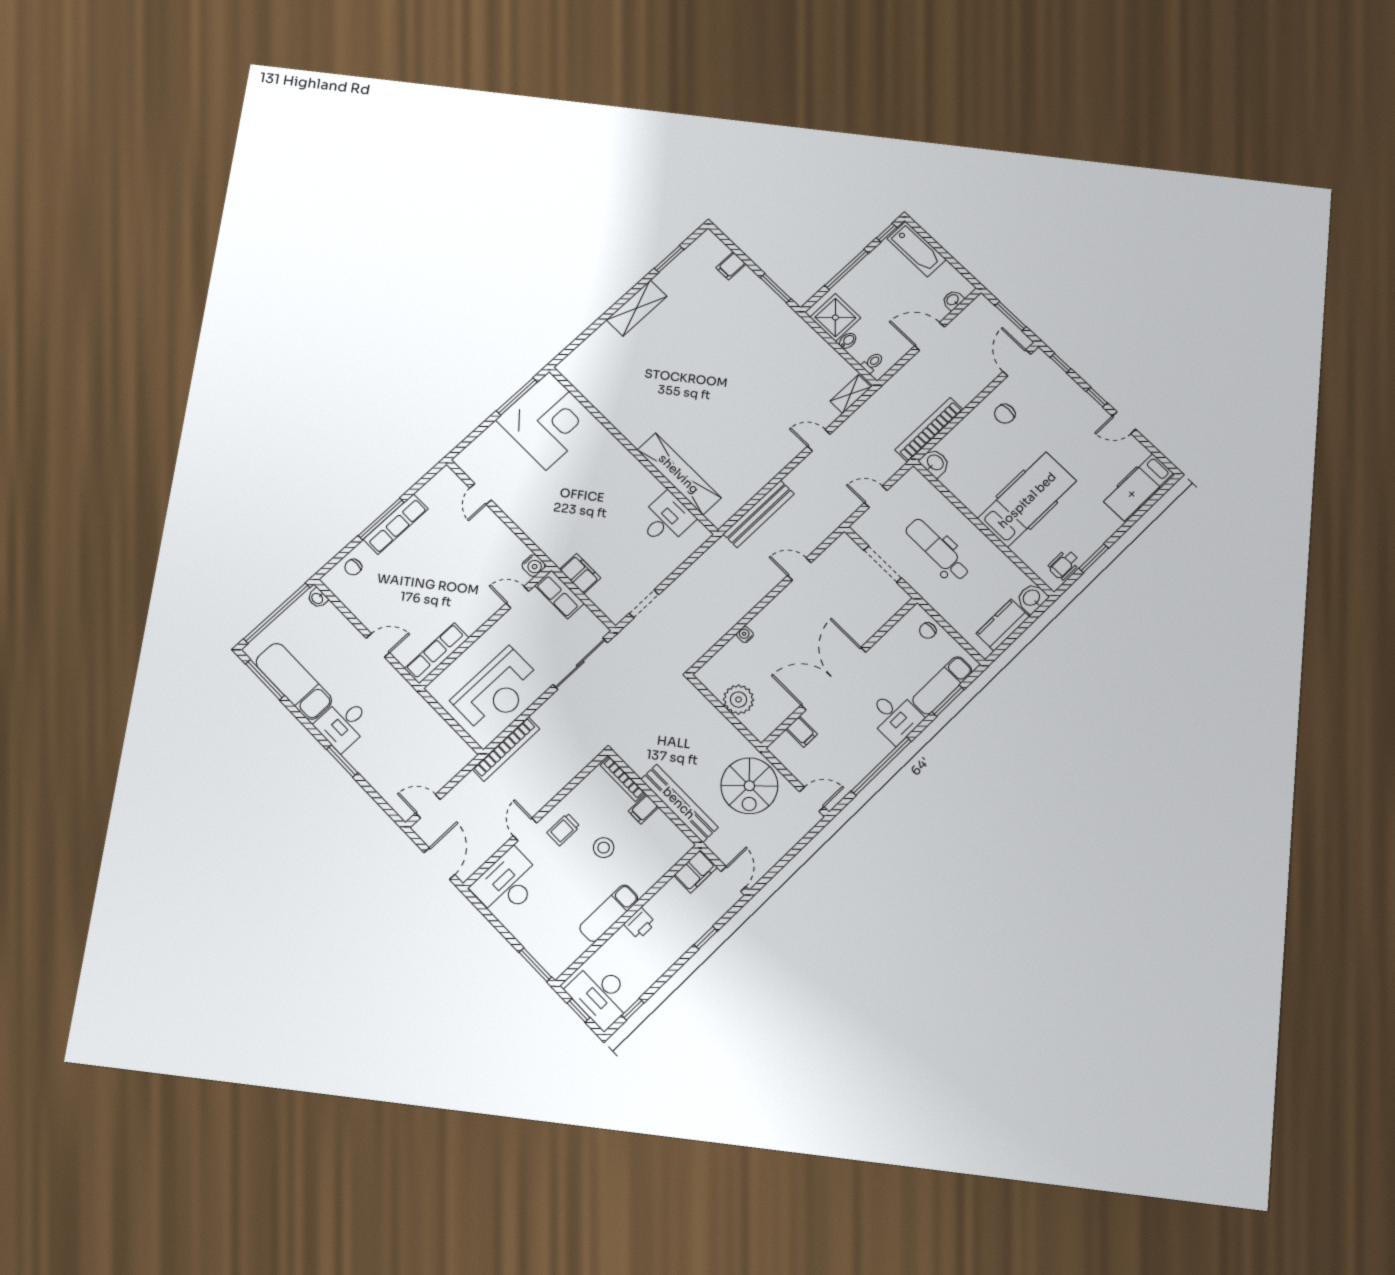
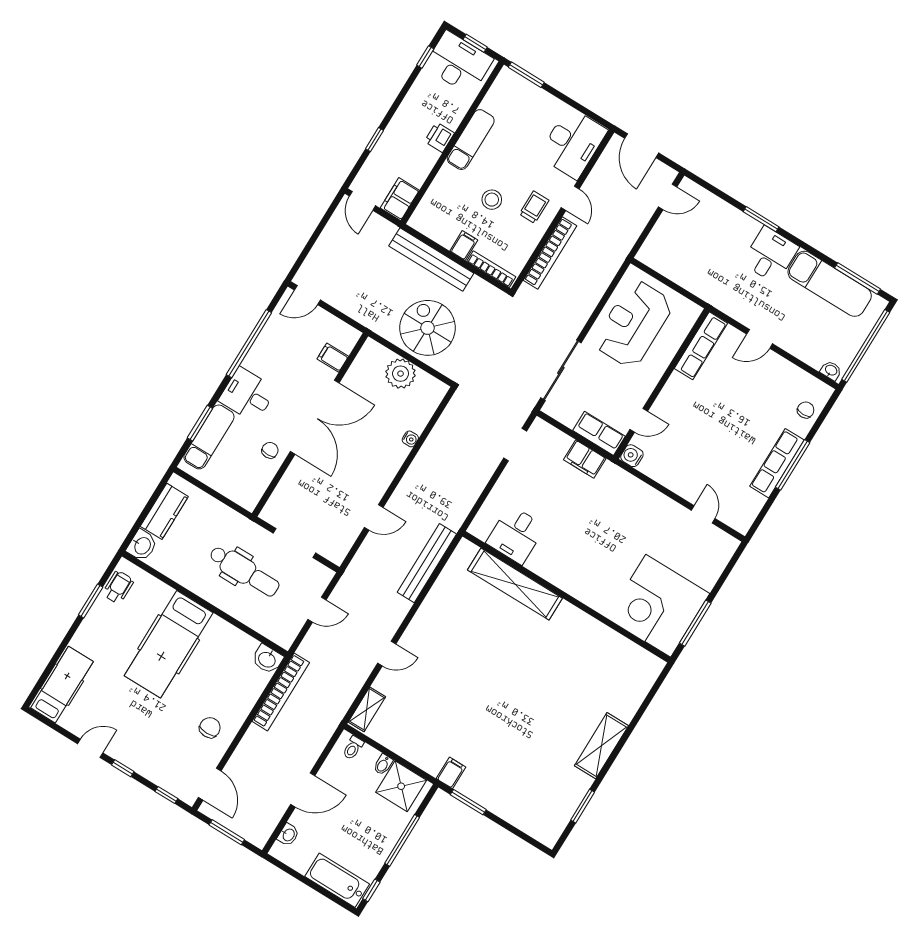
filing cabinet: (731, 266) -> (451, 773), moved
chair: (928, 631) -> (270, 450), moved
bookcase: (506, 749) -> (550, 253), moved, turned 180
spiral stairs: (749, 786) -> (428, 328), moved

